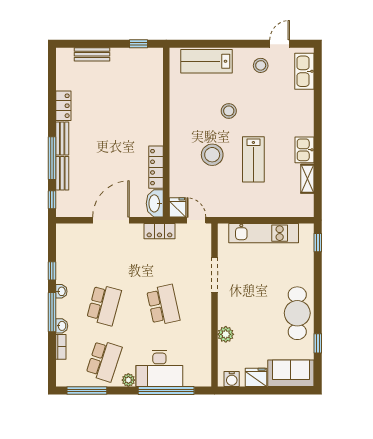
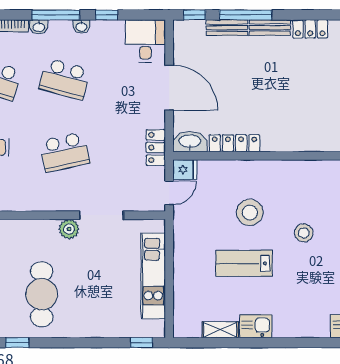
desk: (73, 239) -> (145, 41), added
cafe table: (297, 313) -> (42, 294), moved, turned 90
plant: (226, 334) -> (69, 229), moved

